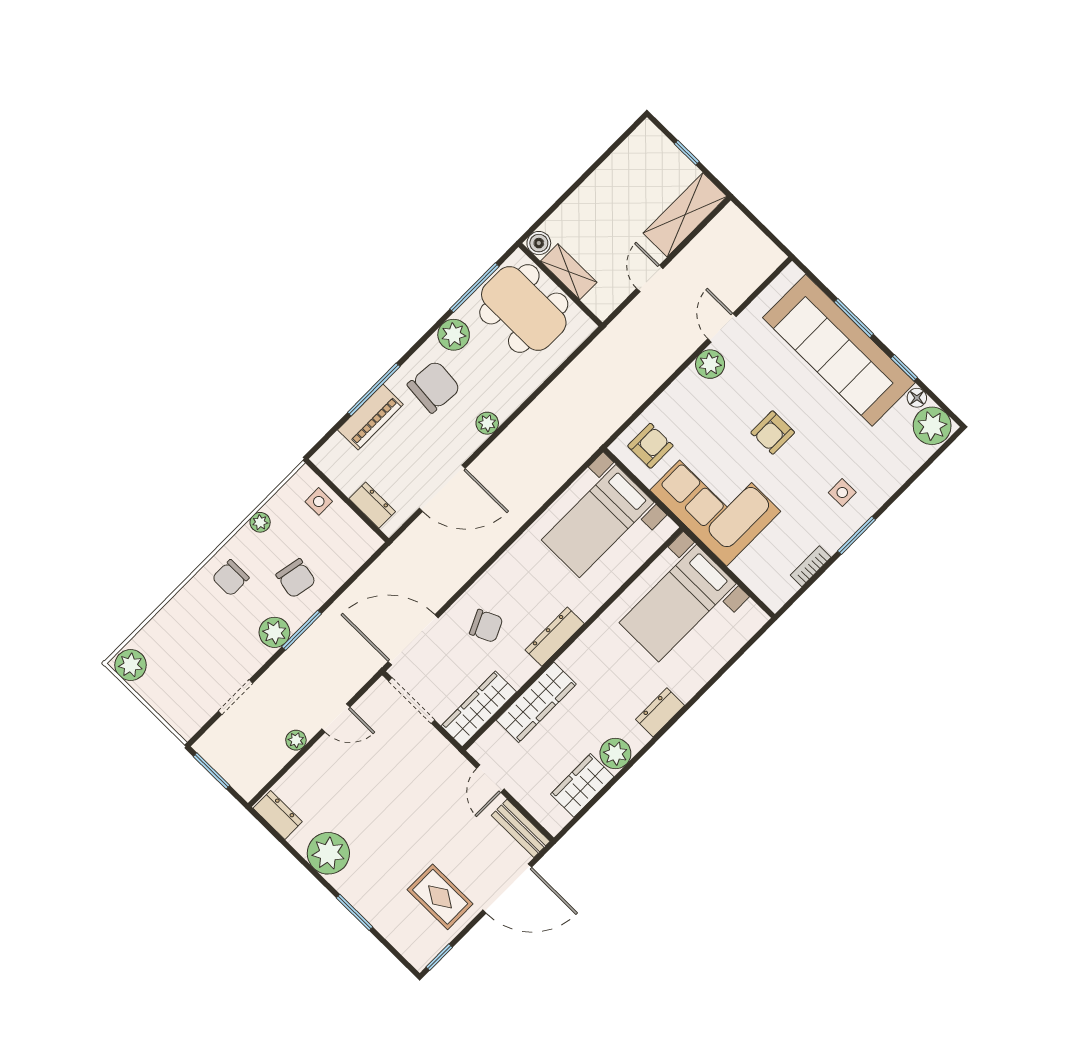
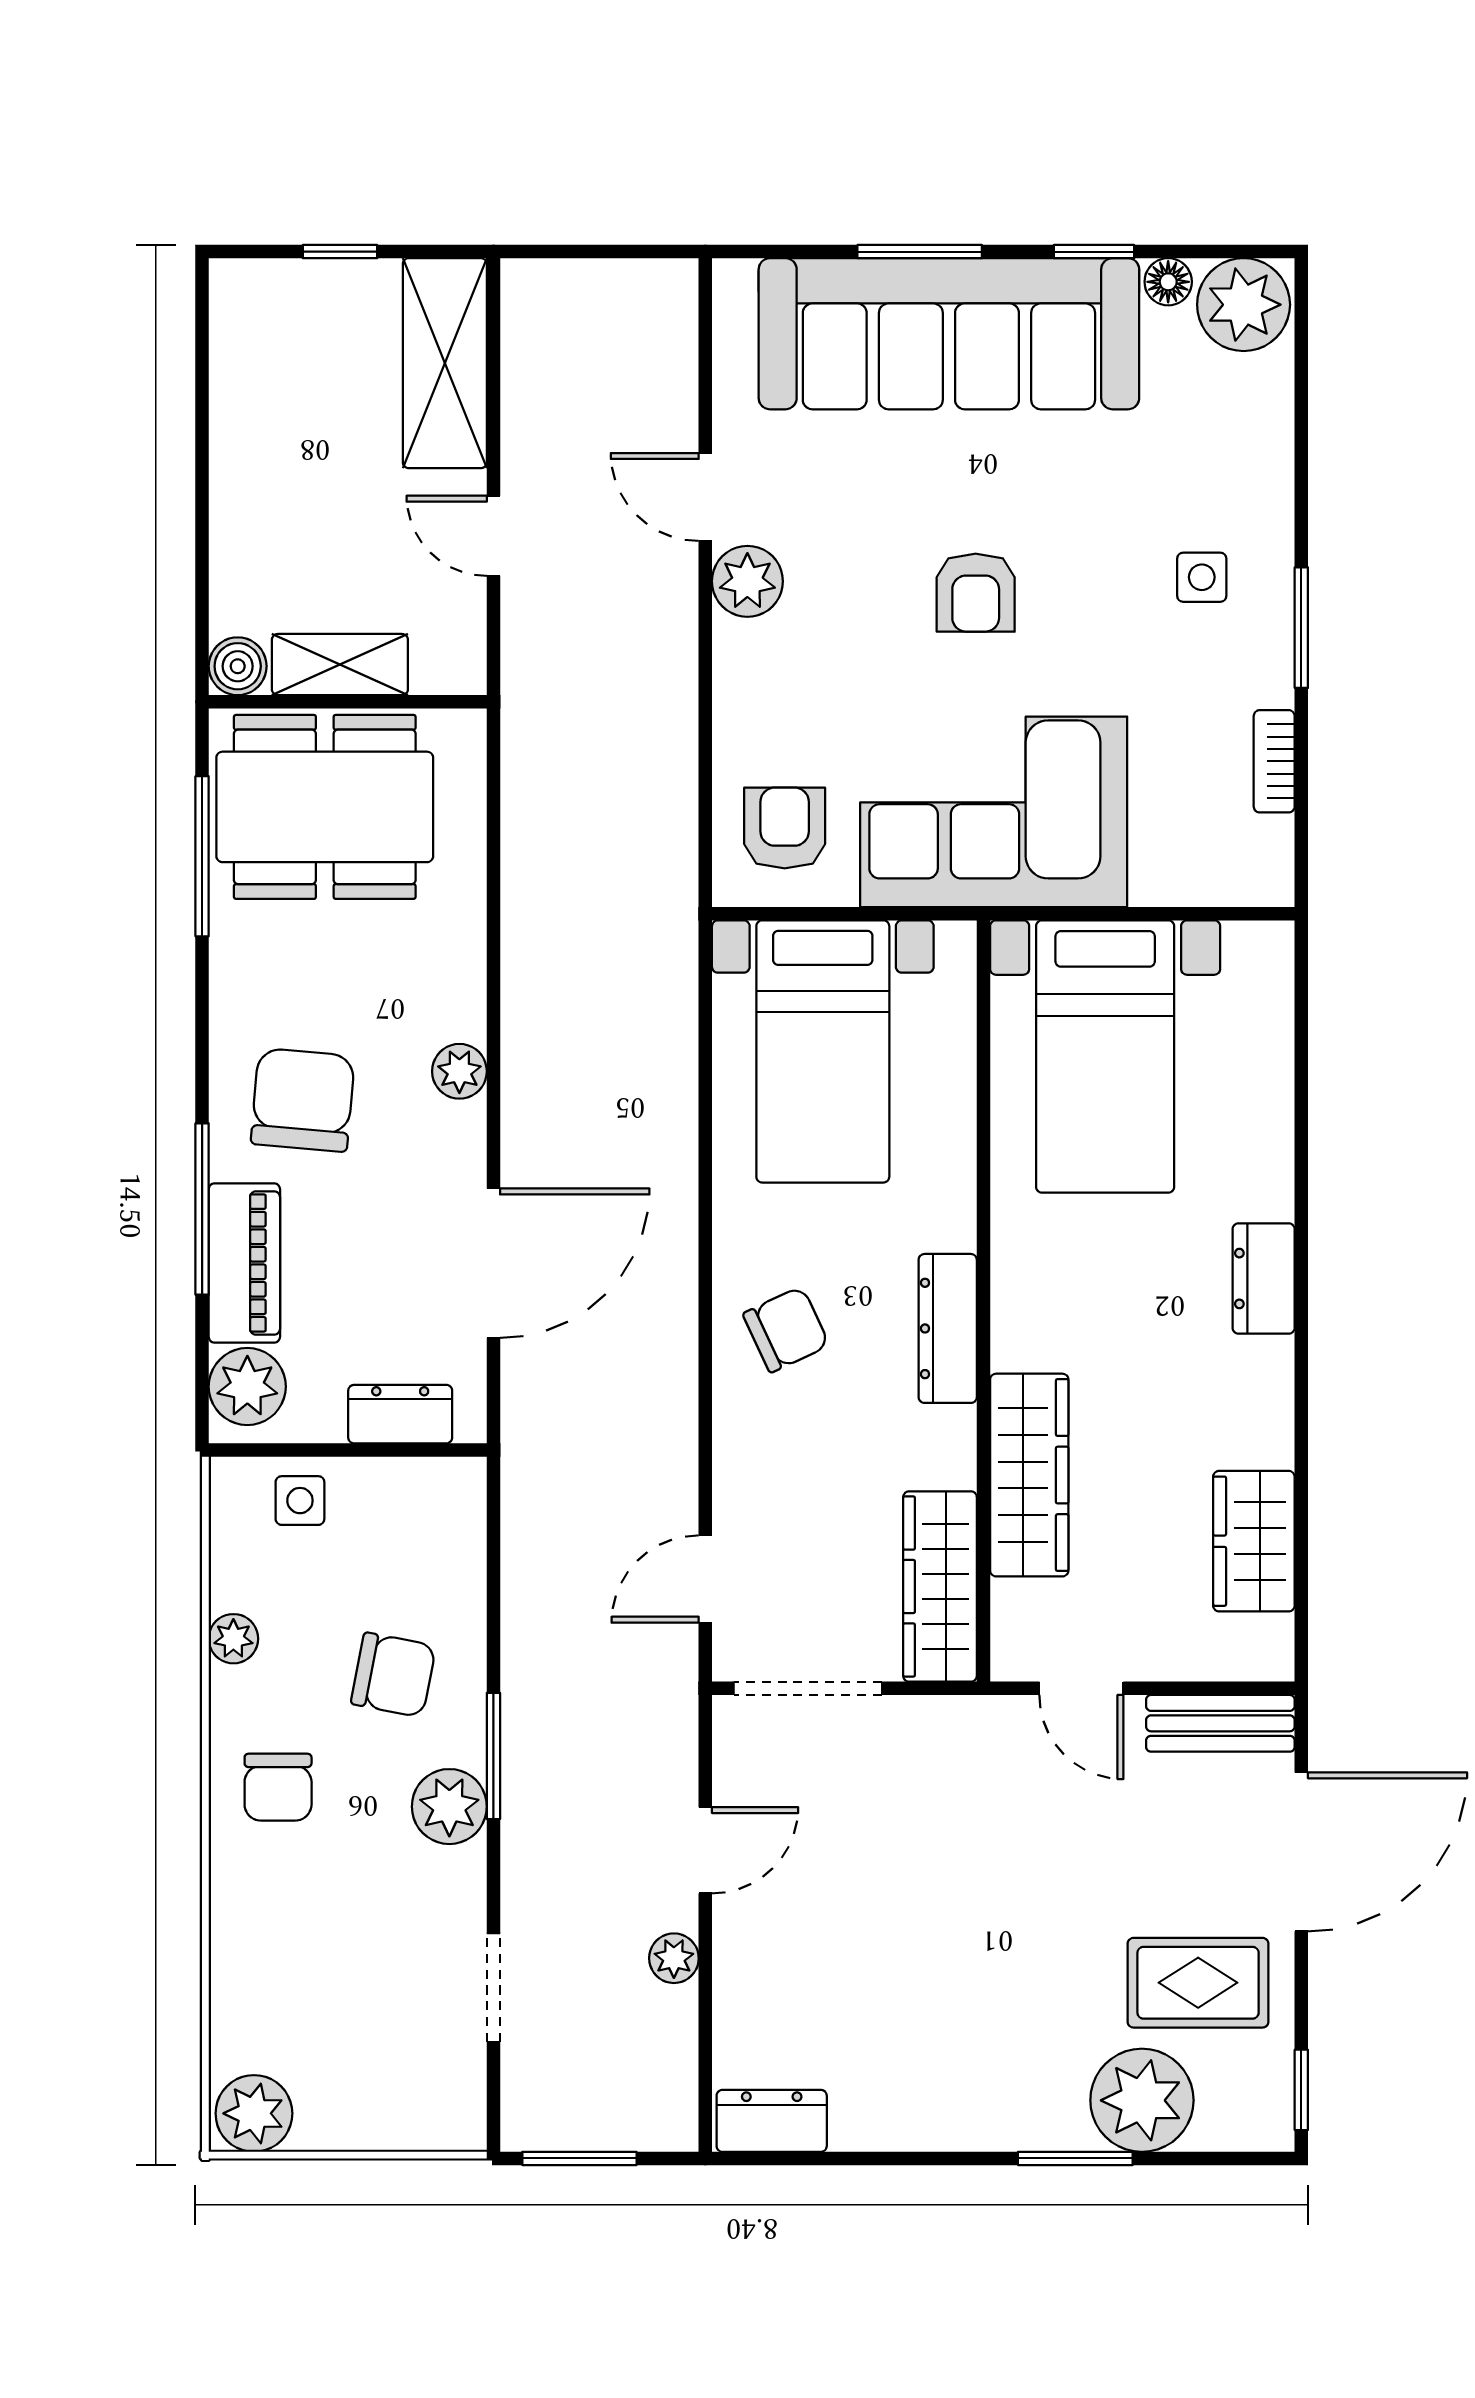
plant: (454, 335) -> (247, 1387), moved
chair: (486, 626) -> (786, 1330), moved
door: (413, 640) -> (705, 1579), width x0.53
plant: (615, 754) -> (1257, 1428), removed
plant: (328, 853) -> (1142, 2100), moved

